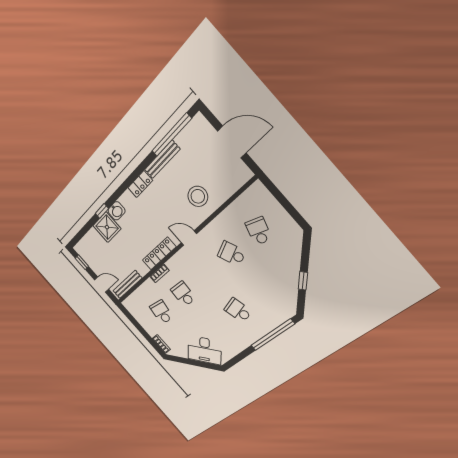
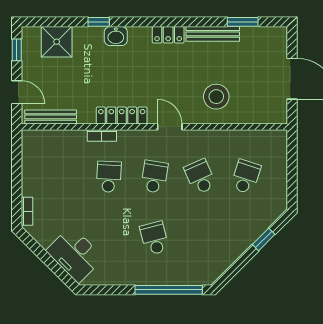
window: (171, 135) -> (243, 22), width x0.47
shower: (107, 227) -> (57, 42), moved
window: (303, 281) -> (264, 239), moved
school desk: (161, 312) -> (154, 177), moved

